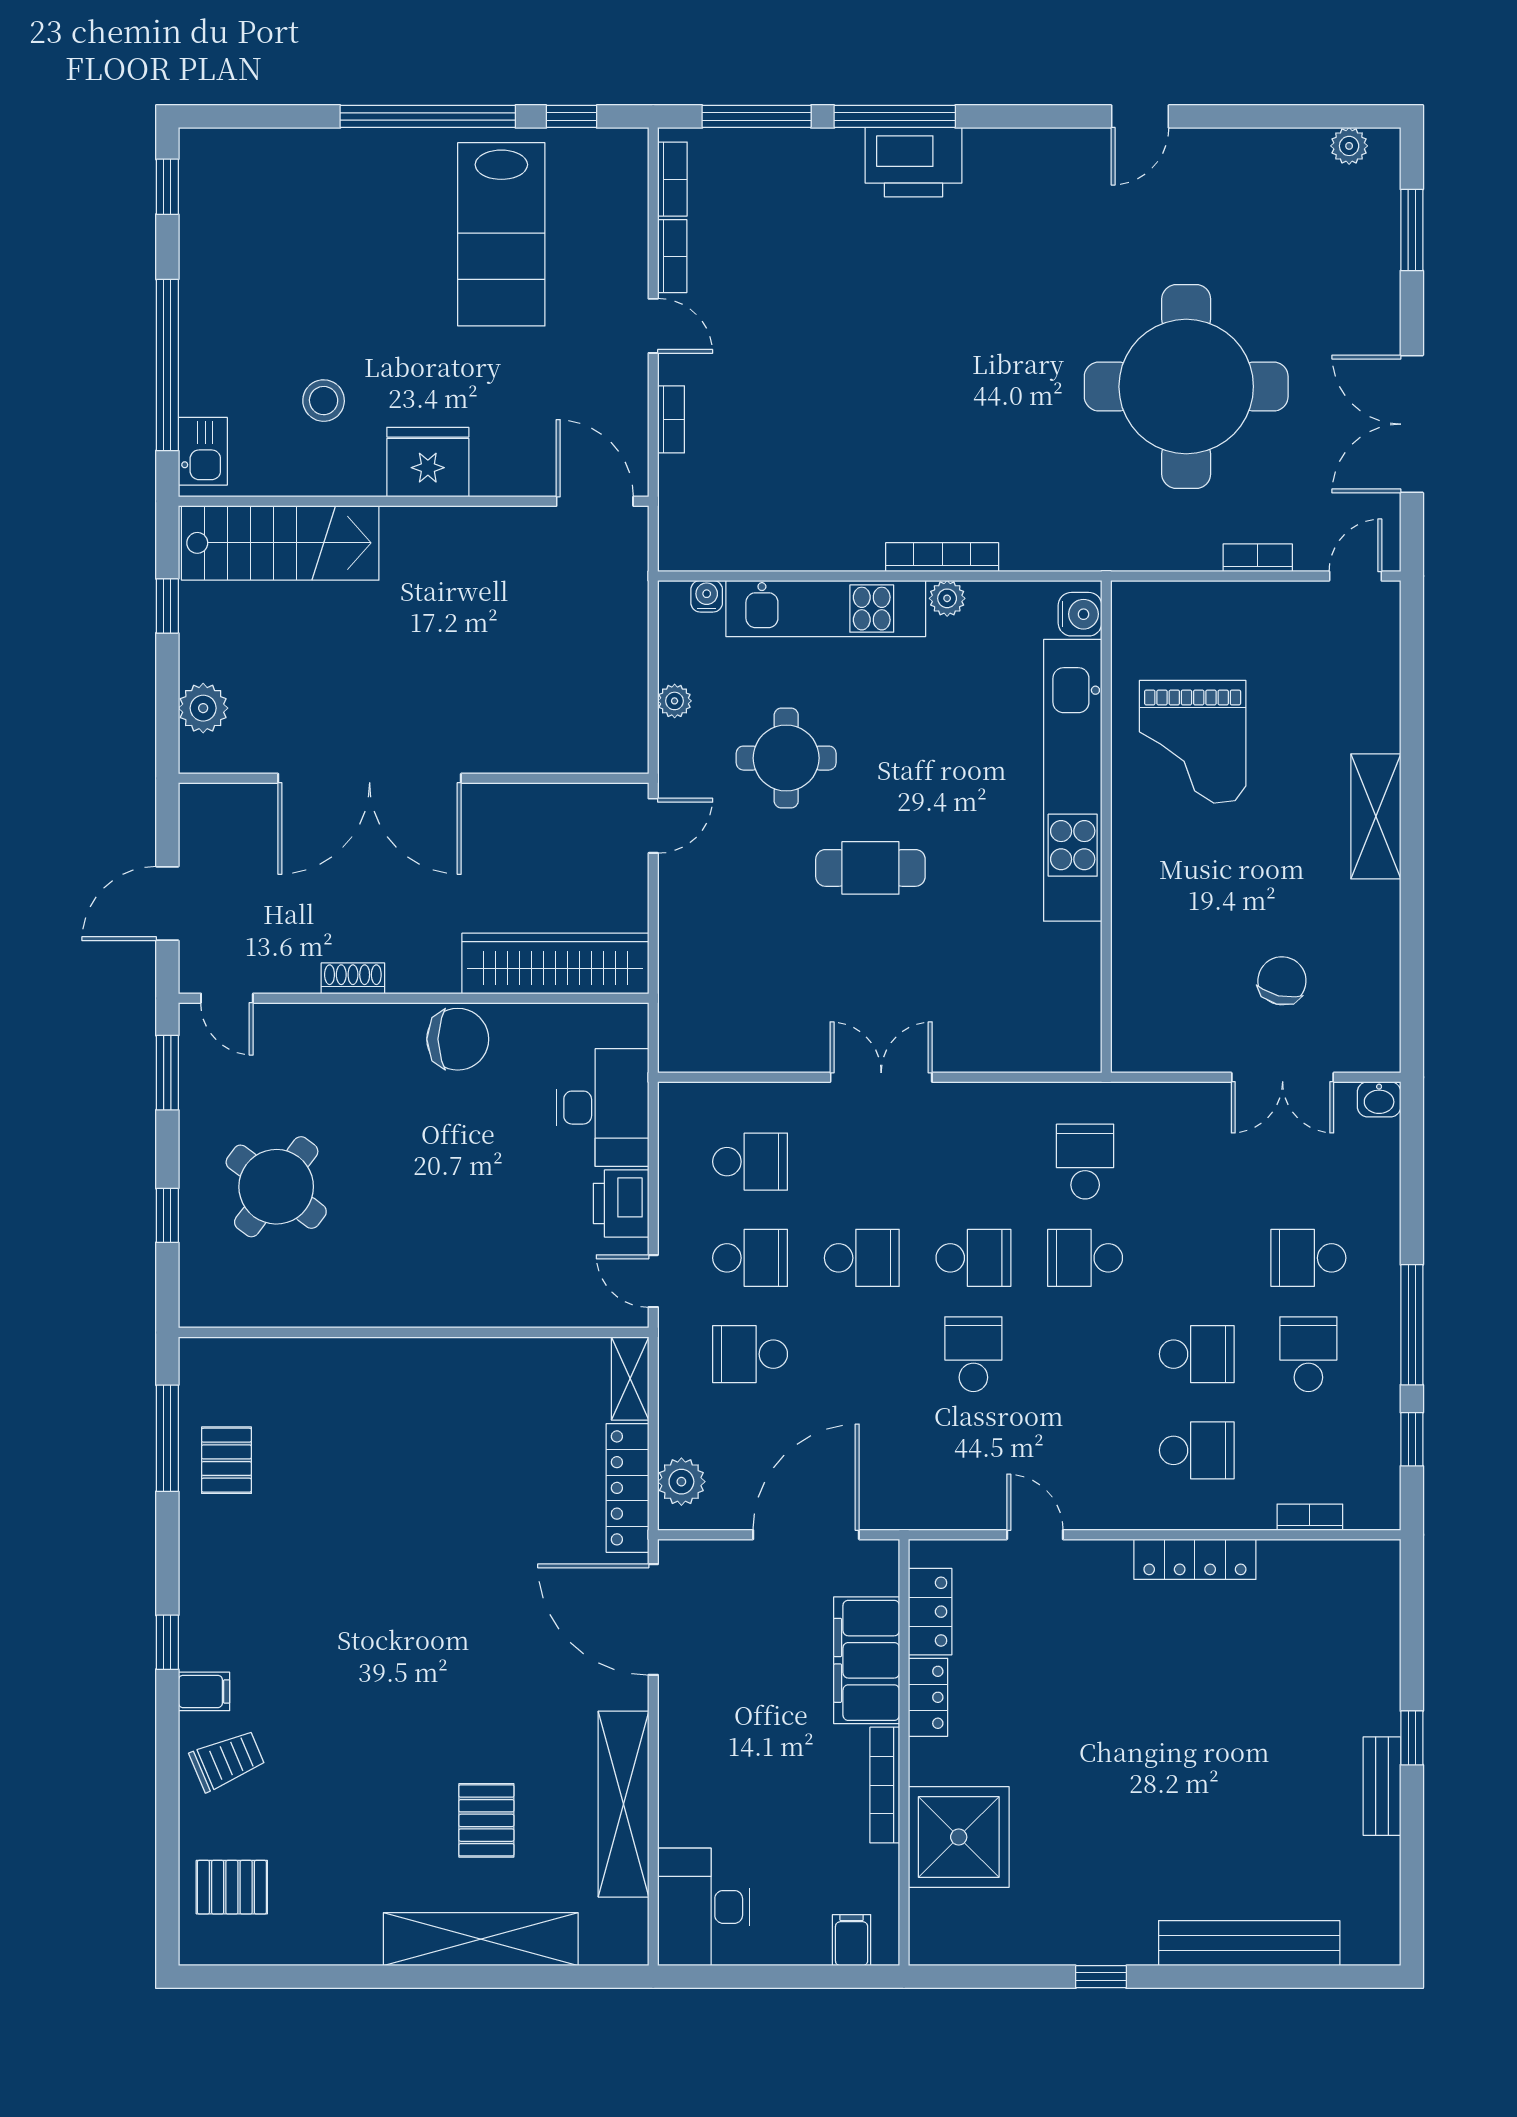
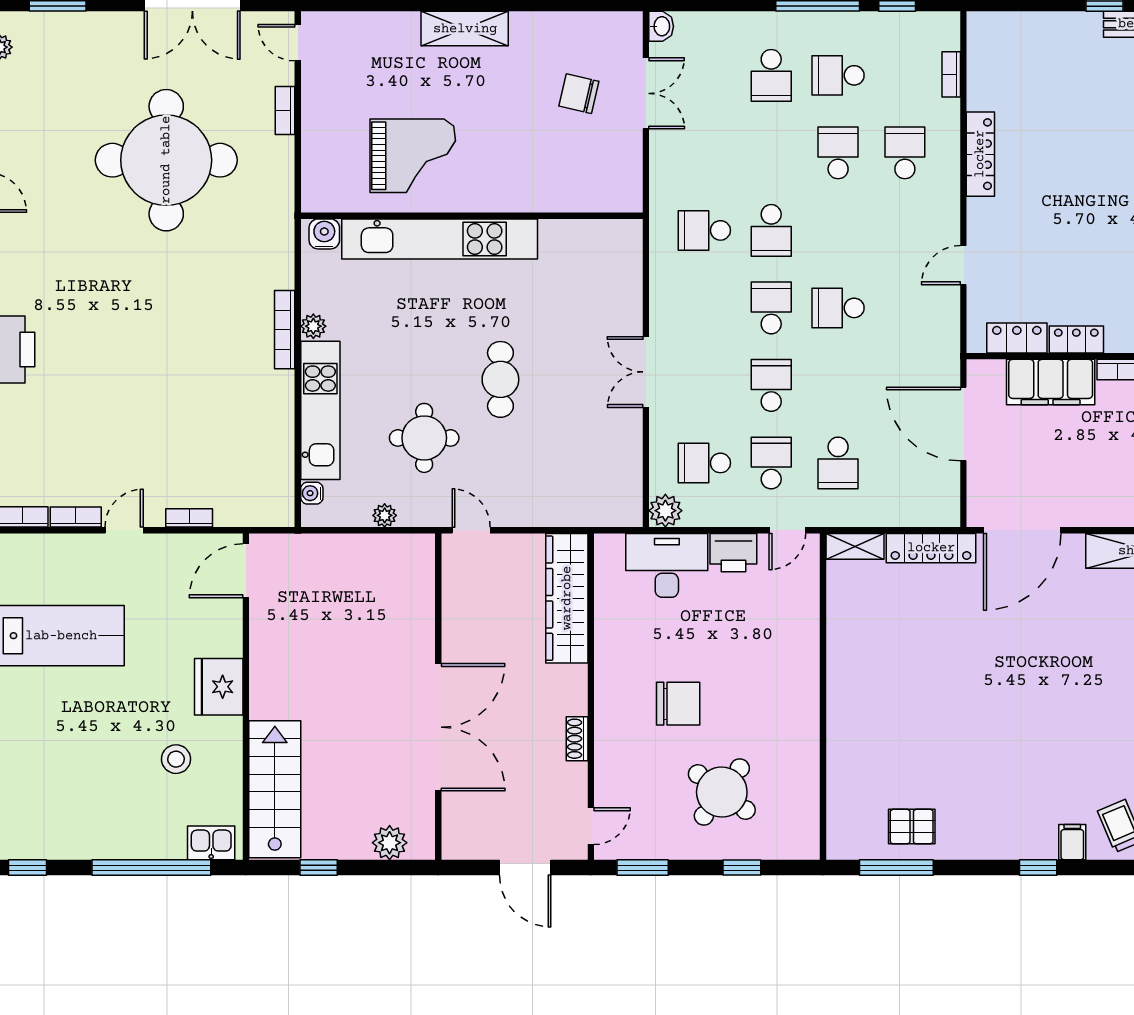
chair: (458, 1039) -> (678, 704), moved, turned 90
school desk: (750, 1162) -> (704, 463), turned -90
plant: (681, 1482) -> (665, 511), moved

